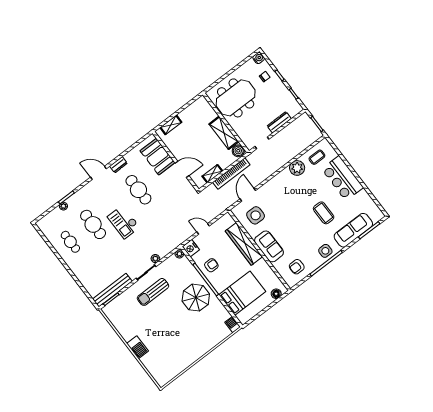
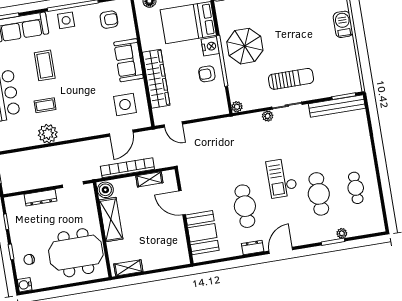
shelving: (171, 125) -> (128, 268), moved
coffee table: (317, 157) -> (45, 105), moved
door: (98, 173) -> (281, 250), swing flipped
checkout: (124, 222) -> (282, 178), turned 180
door: (203, 229) -> (173, 124), moved
nightstand: (191, 248) -> (210, 46), moved

